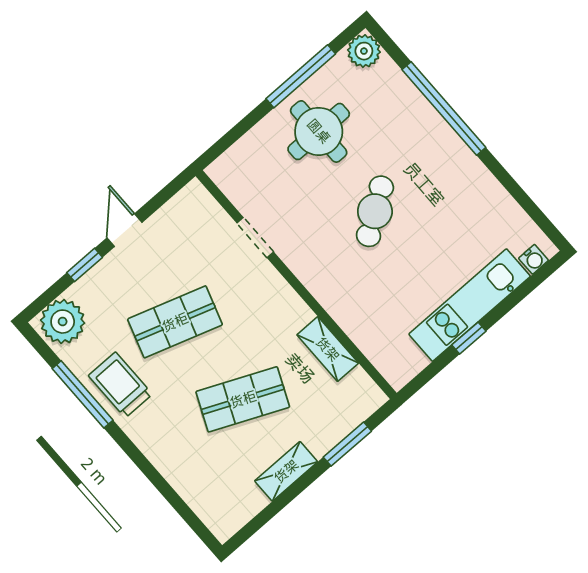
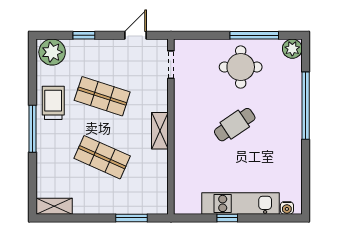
door: (124, 230) -> (135, 35), moved
doorway: (255, 238) -> (171, 65), moved
shelving: (328, 349) -> (160, 131), moved
window: (83, 394) -> (33, 129), moved
shelving: (286, 471) -> (54, 206), moved

